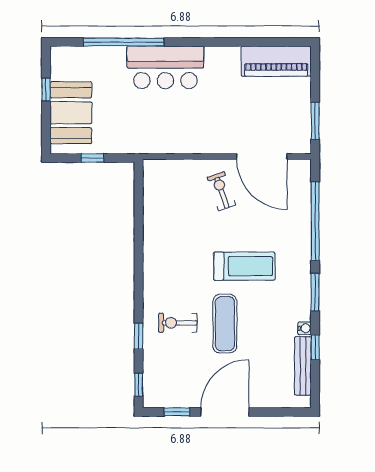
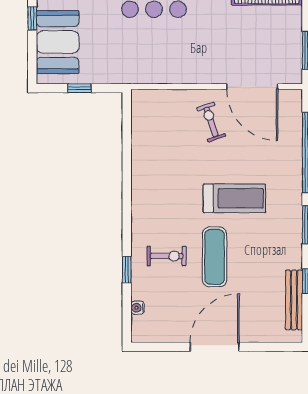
exercise bike: (178, 323) -> (167, 256), turned 180
water cooler: (305, 328) -> (137, 308), moved, turned 180
window: (139, 385) -> (127, 319), removed
window: (177, 412) -> (166, 347), removed

